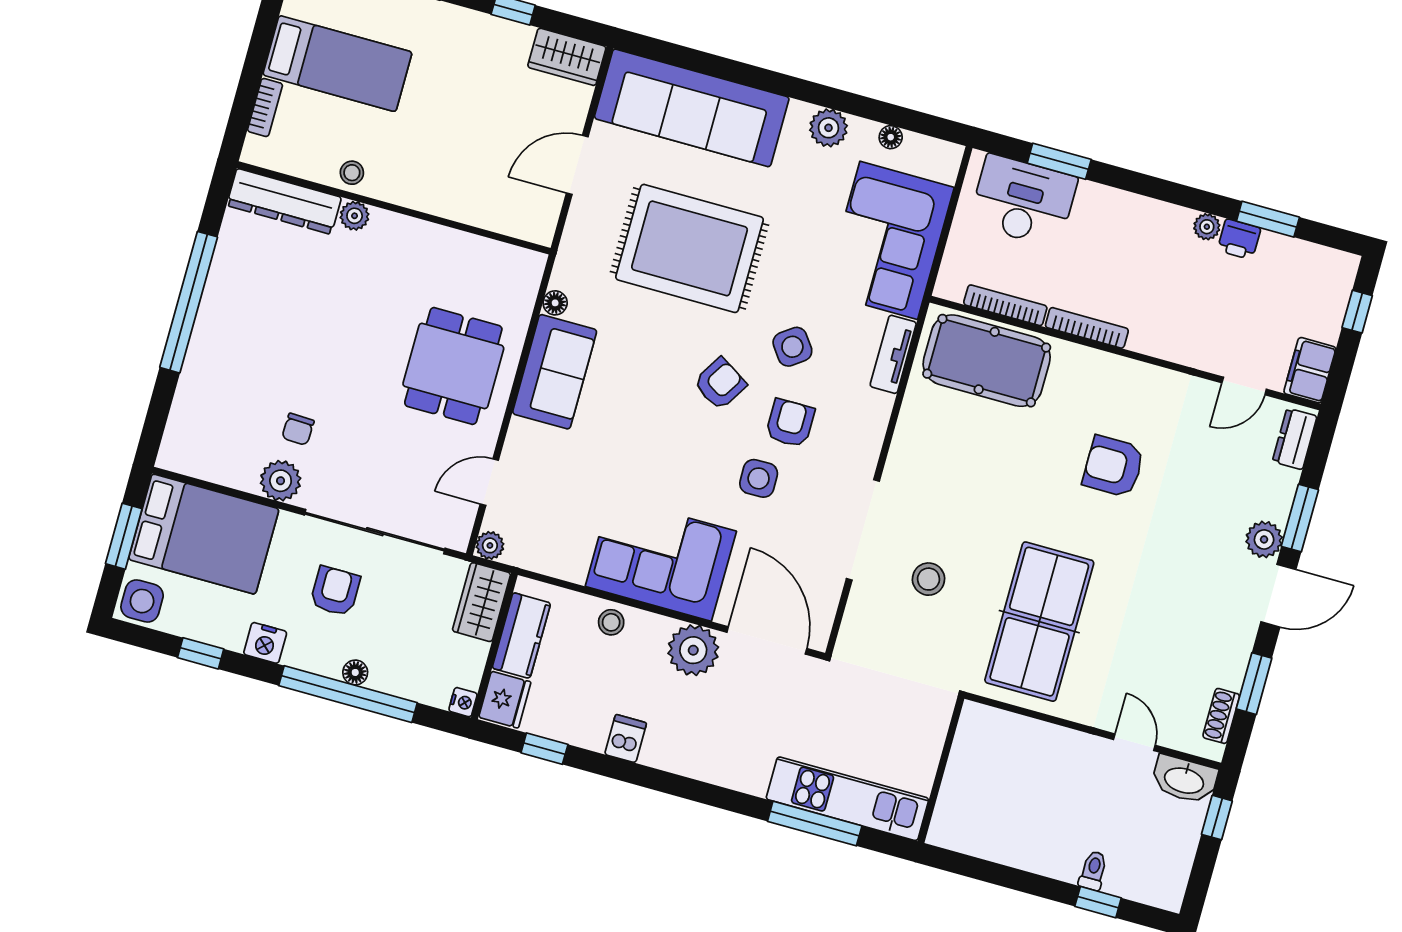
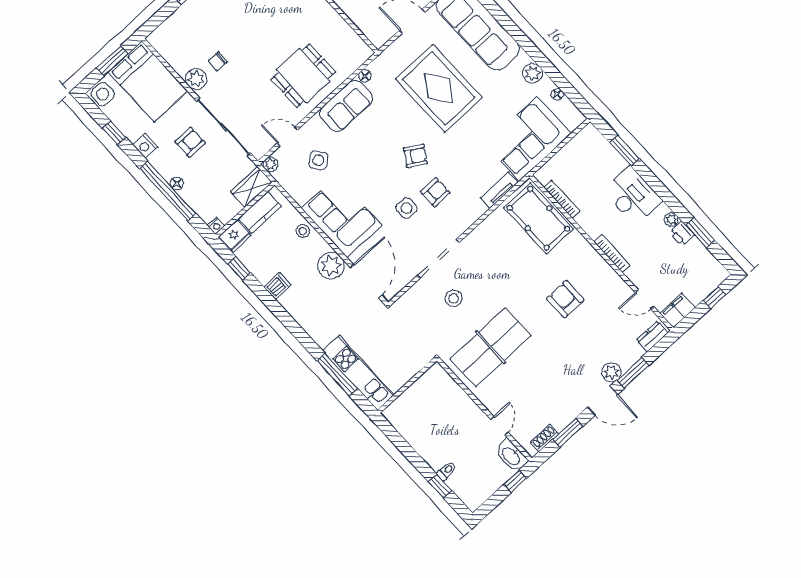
desk: (1023, 201) -> (633, 196), moved
bookcase: (1087, 328) -> (612, 254), moved
side table: (792, 347) -> (318, 160), moved

